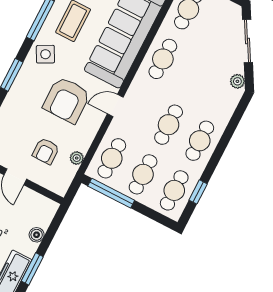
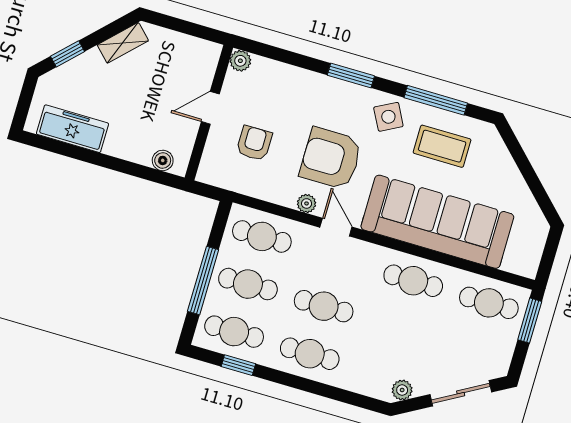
armchair: (46, 151) -> (254, 143), turned 90
plant: (77, 158) -> (307, 203), moved
window: (111, 193) -> (203, 280), moved
boiler: (37, 235) -> (163, 160), moved
window: (32, 269) -> (87, 156), removed

